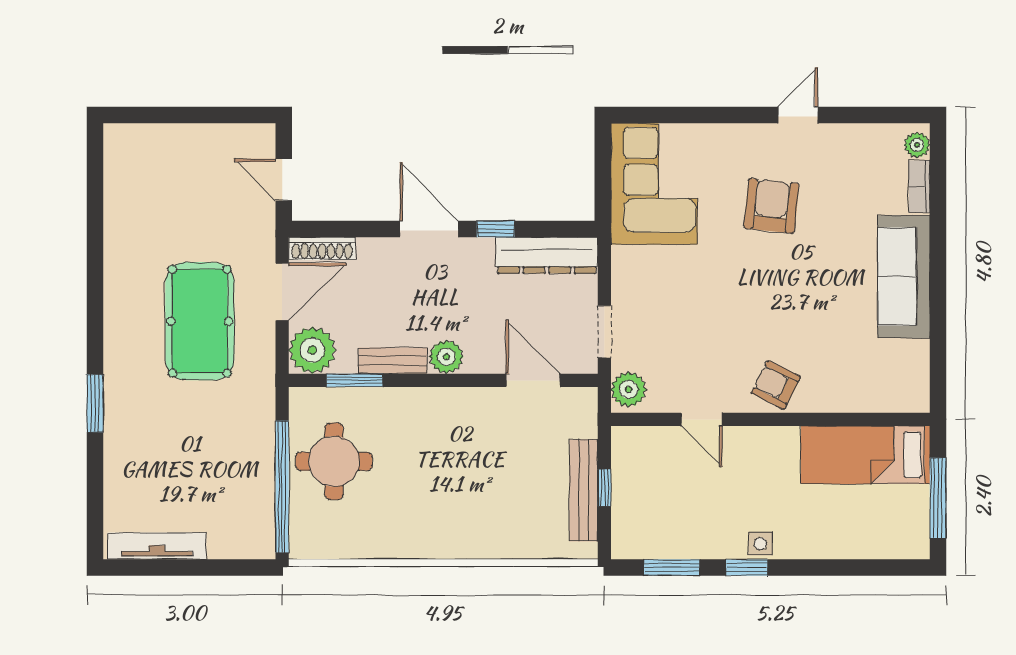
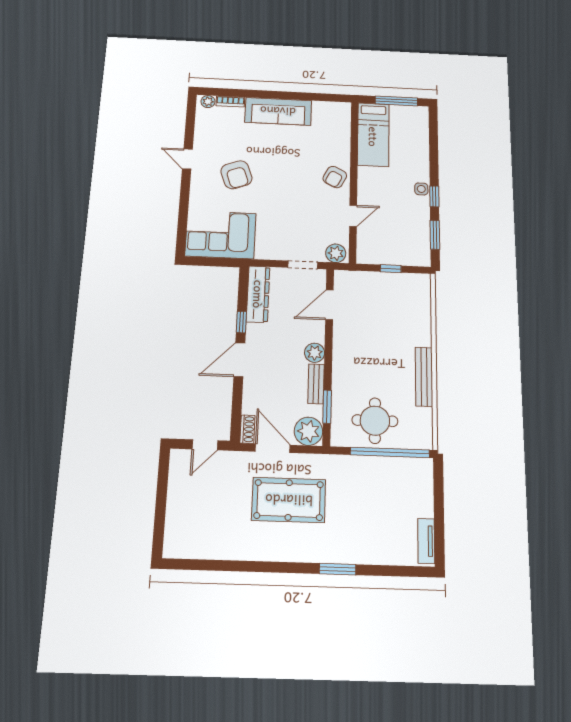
armchair: (771, 206) -> (236, 175), turned -116
shoe rack: (322, 248) -> (247, 429), width x0.70
bench: (584, 490) -> (424, 377), moved, turned 90
tv unit: (157, 546) -> (426, 541), width x0.71

